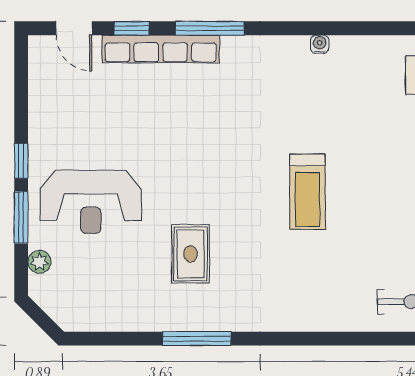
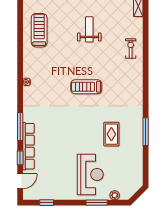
window: (21, 161) -> (47, 203), moved
treadmill: (307, 192) -> (86, 87), turned 180
rug: (190, 254) -> (111, 134), turned 90

